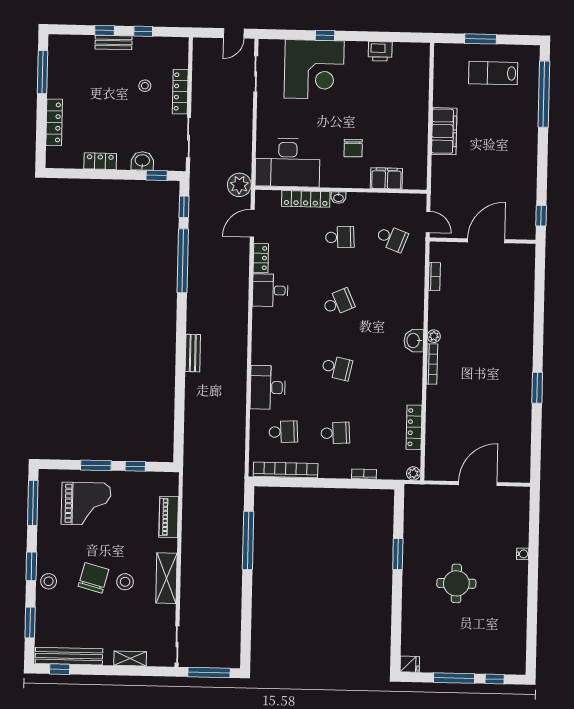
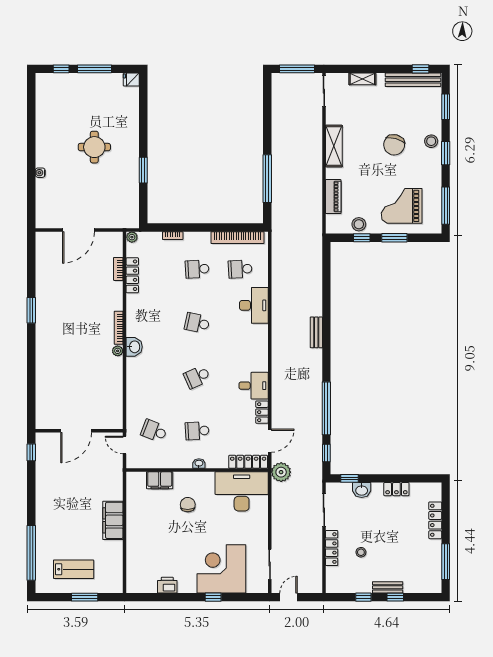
locker: (306, 199) -> (248, 462), moved
bookcase: (434, 276) -> (118, 269), moved
stool: (125, 582) -> (359, 224), moved

